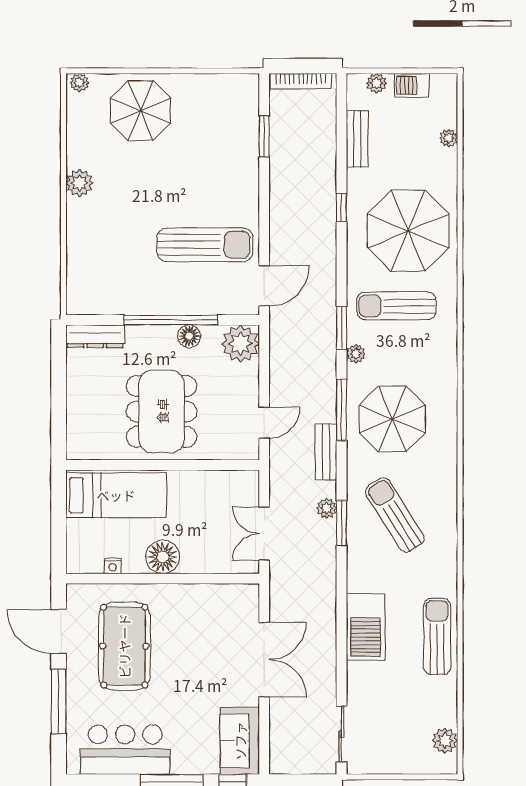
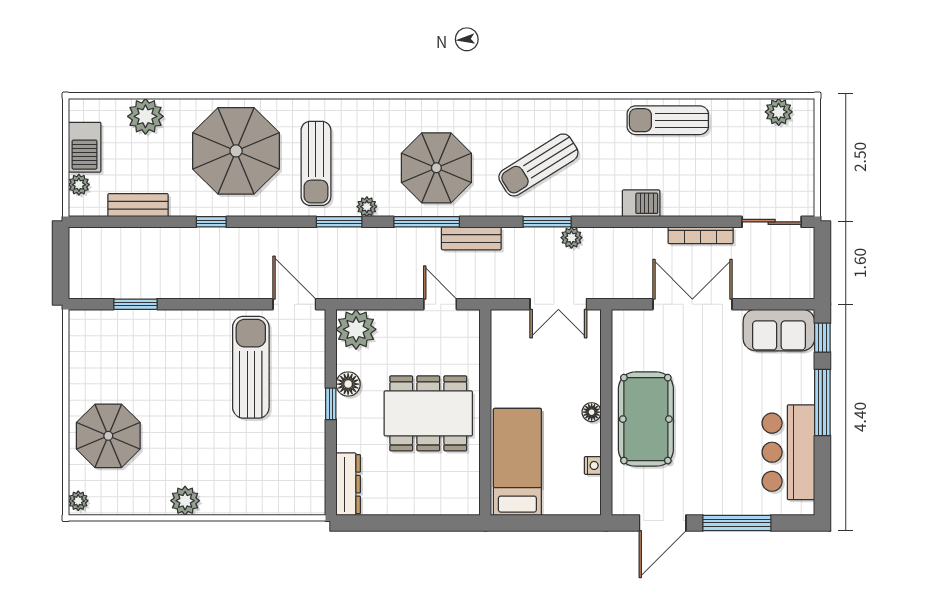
bookcase: (301, 81) -> (701, 235), moved, turned 90
barbecue: (412, 85) -> (85, 147), width x1.38, depth x1.27
plant: (449, 138) -> (145, 116), width x1.87, depth x1.87
window: (171, 320) -> (331, 404), width x0.32
plant: (327, 508) -> (571, 238), moved
floor lamp: (163, 557) -> (592, 412), width x0.53, depth x0.53
barbecue: (366, 627) -> (641, 203), width x0.53, depth x0.65
pool table: (124, 646) -> (646, 419), moved, turned 90

